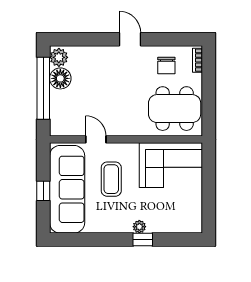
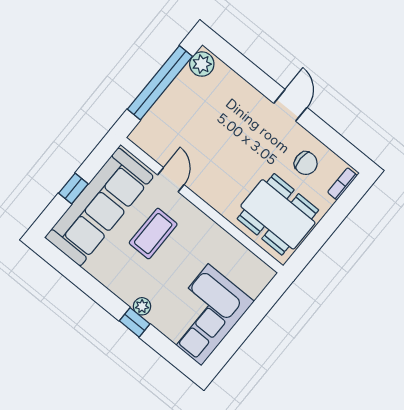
chair: (166, 66) -> (306, 163), turned -90
floor lamp: (60, 78) -> (186, 87), removed
corner sofa: (171, 165) -> (205, 315), moved, turned 90

